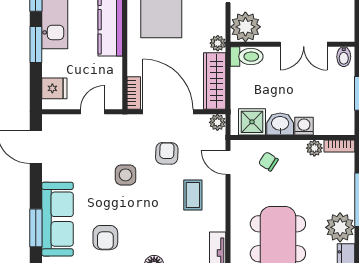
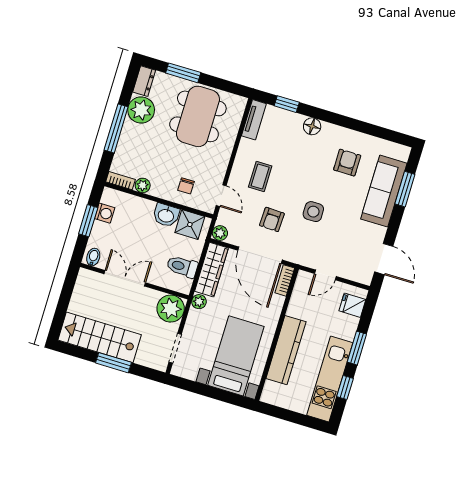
toilet: (247, 57) -> (182, 267), moved
washing machine: (304, 126) -> (105, 213), moved, turned -90
chair: (268, 161) -> (186, 186), turned 57

